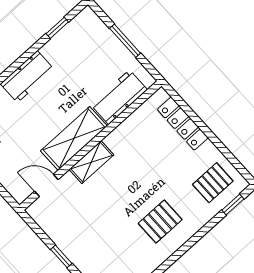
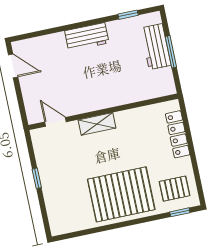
workbench: (119, 97) -> (156, 47), moved, turned -90
shelving: (74, 138) -> (94, 100), removed
pallet: (160, 222) -> (121, 194), width x2.05, depth x2.00

